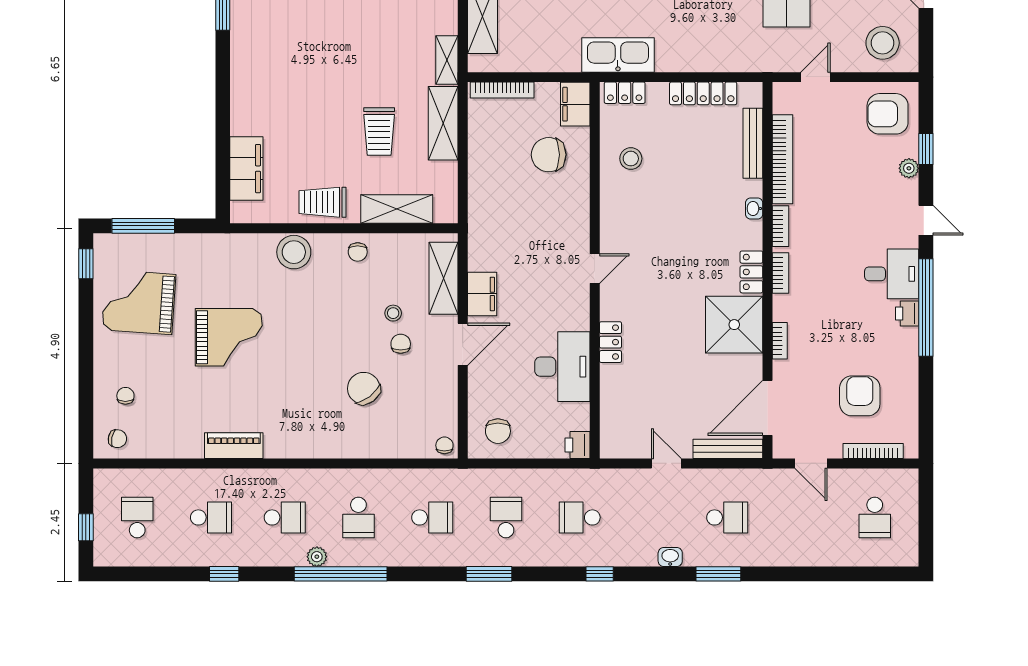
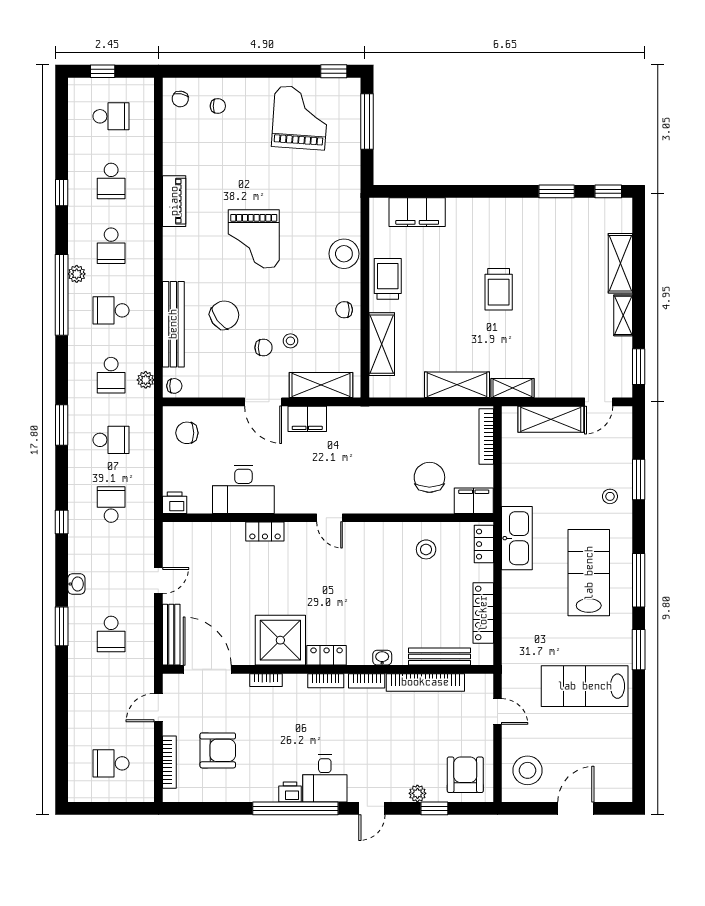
trolley: (379, 131) -> (499, 289), moved, turned -90
grand piano: (229, 337) -> (254, 239), moved
bench: (374, 447) -> (173, 324), added
plant: (438, 478) -> (146, 380), added

